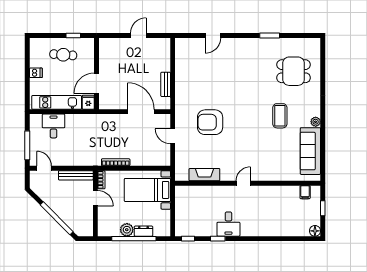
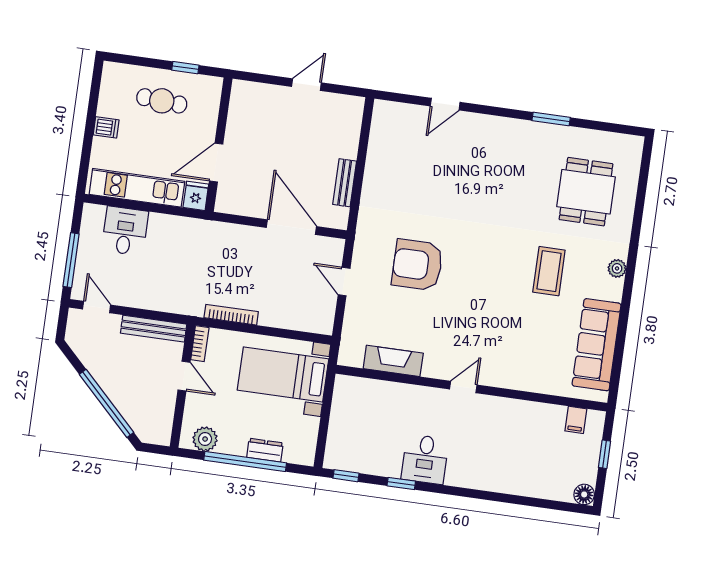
dining table: (294, 71) -> (586, 192), turned 90
plant: (316, 122) -> (617, 268), moved
plant: (127, 230) -> (205, 439), moved

